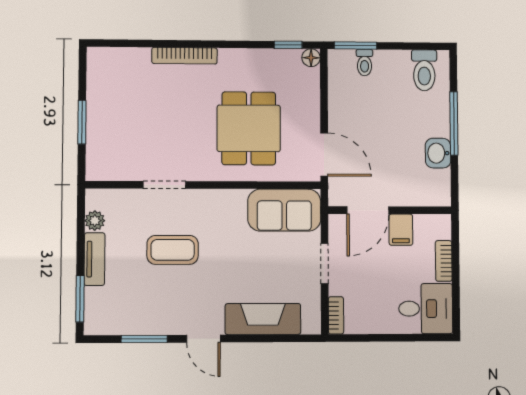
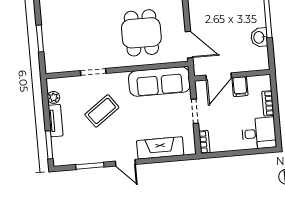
sofa: (284, 210) -> (159, 82), width x1.36
coffee table: (173, 250) -> (102, 111), turned -36

